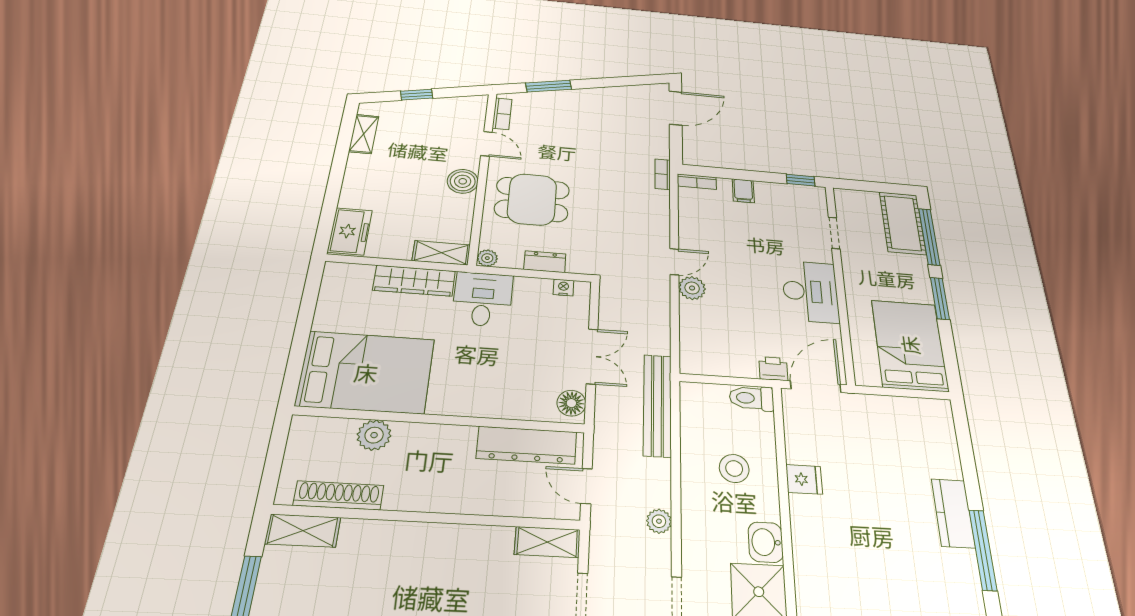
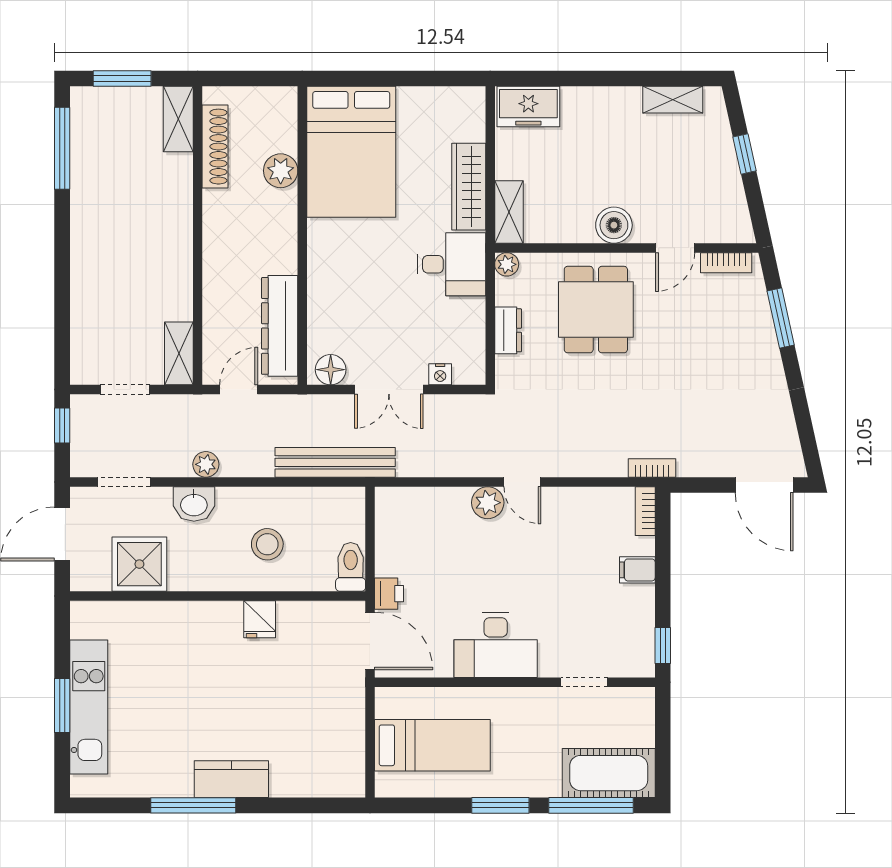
nightstand: (563, 287) -> (440, 374), moved, turned 90
bed: (909, 345) -> (432, 745), width x0.67
washbasin: (766, 542) -> (194, 504), moved, turned 180

